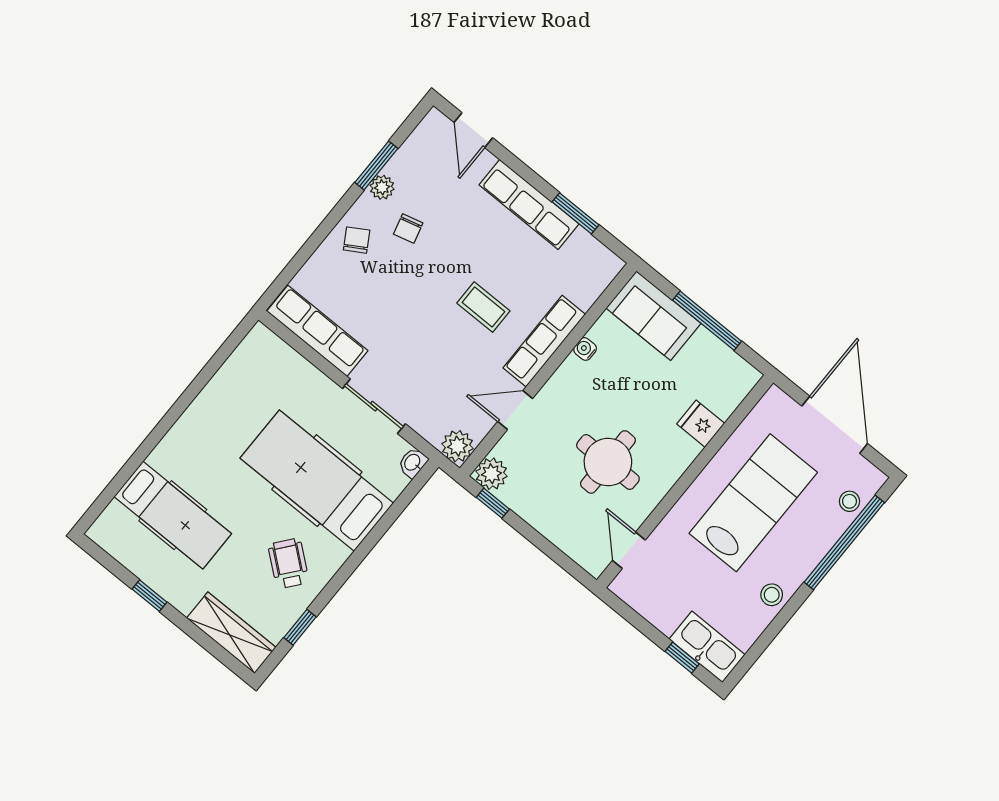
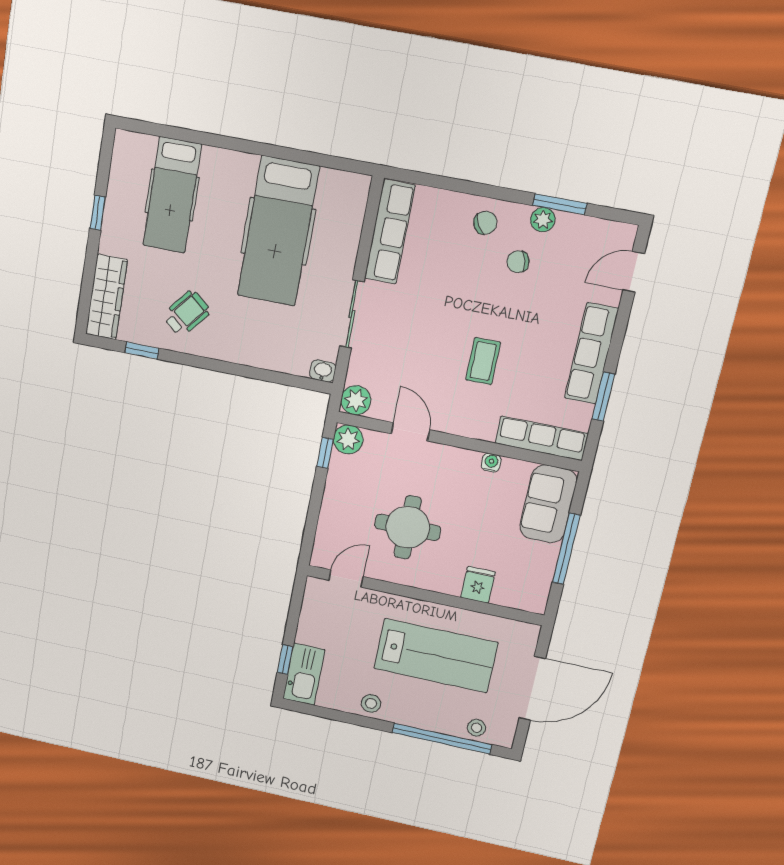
row of seats: (544, 341) -> (541, 438), moved
hospital bed: (317, 481) -> (278, 231), moved, turned 180

